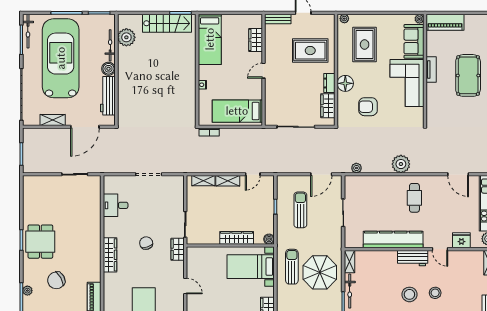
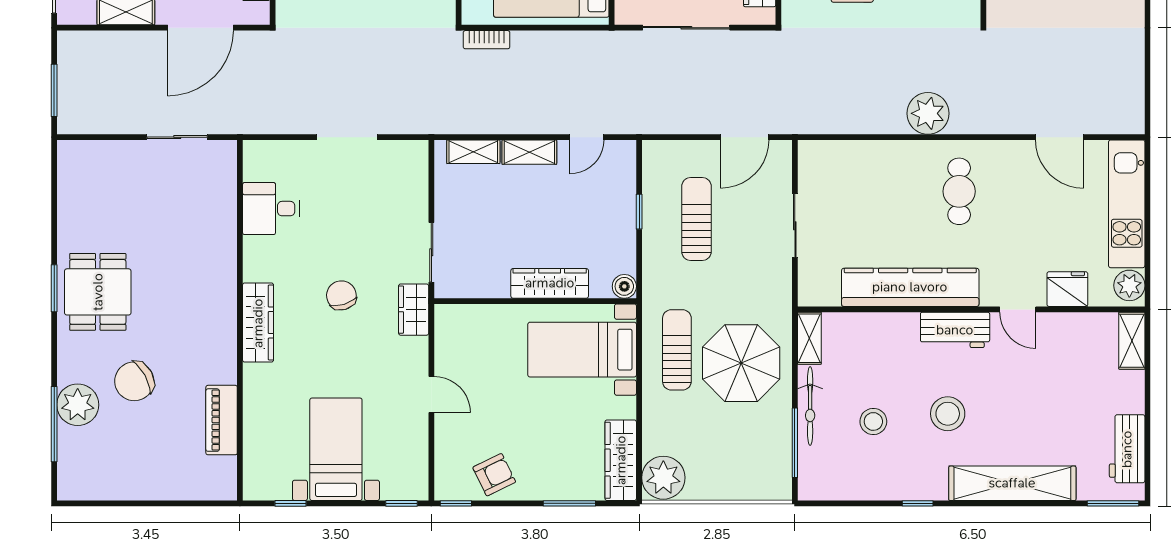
plant: (356, 168) -> (826, 123), removed
plant: (27, 291) -> (78, 405), width x1.87, depth x1.87
stool: (435, 293) -> (873, 421), moved

